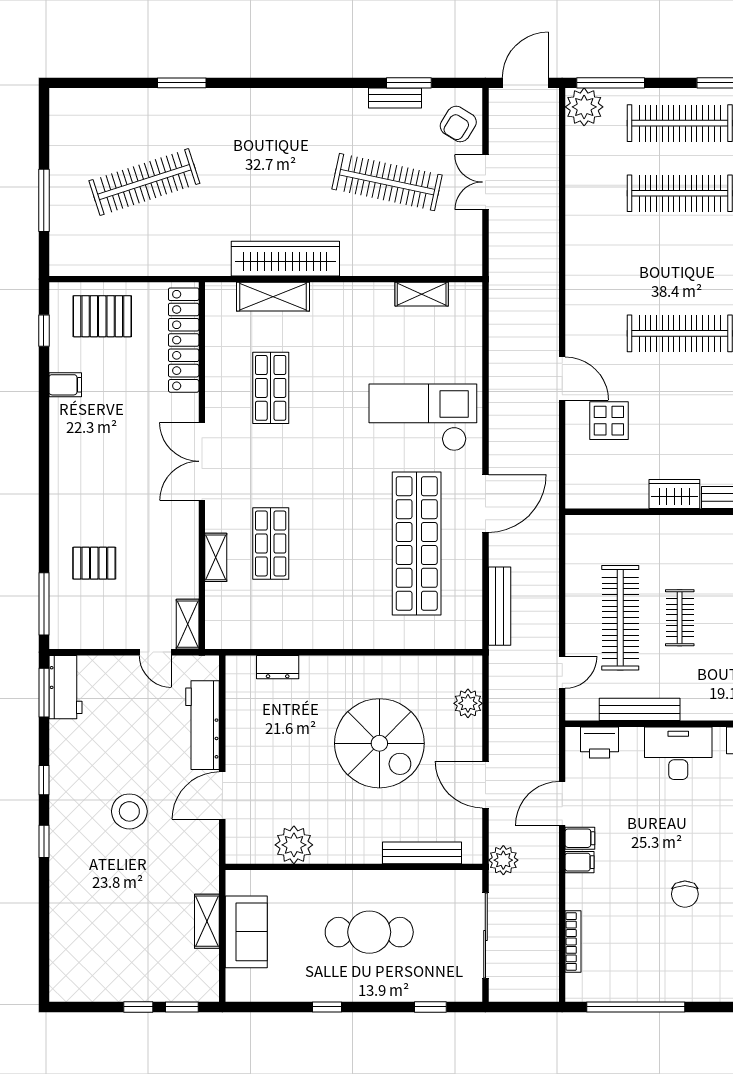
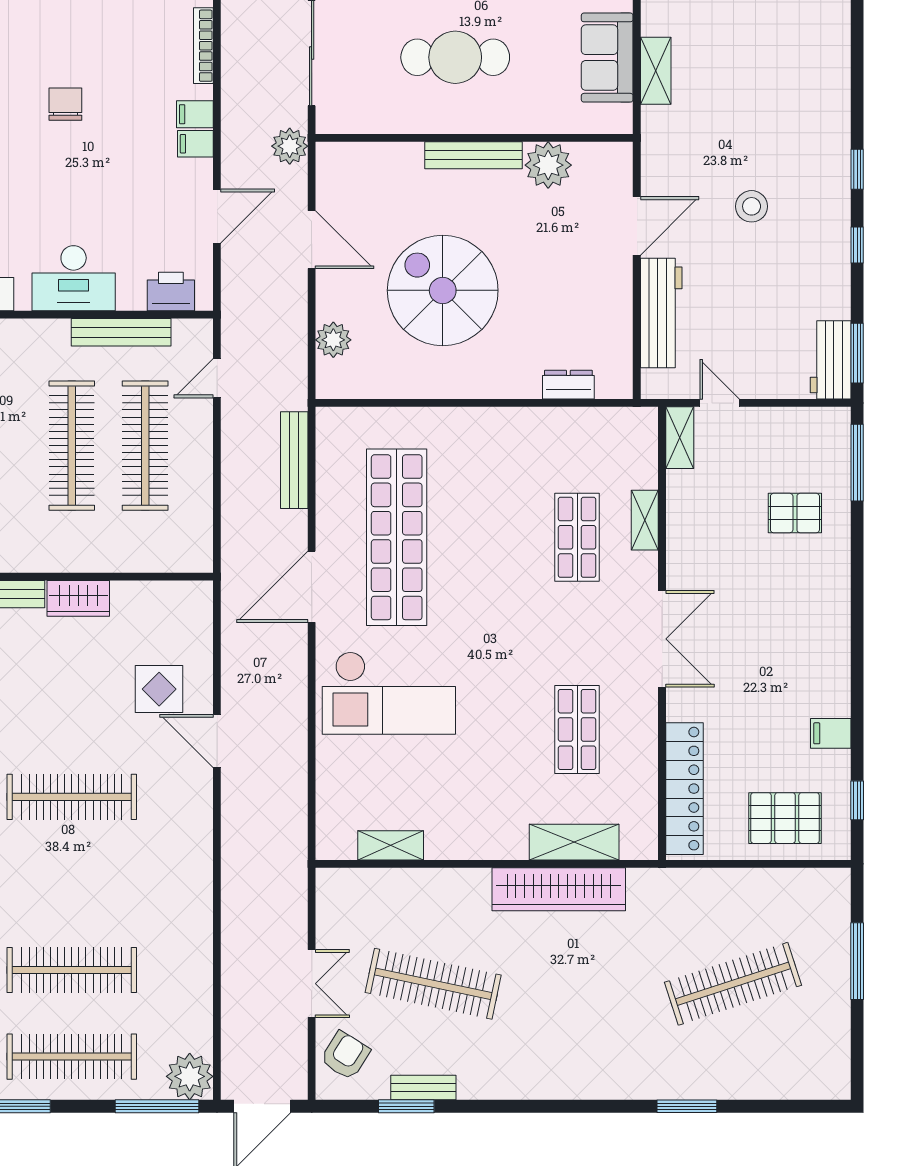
clothes rail: (680, 618) -> (72, 446), width x1.86, depth x1.31
stool: (129, 811) -> (752, 206), width x0.73, depth x0.73
filing cabinet: (580, 838) -> (195, 114), moved
bench: (422, 853) -> (474, 155), moved

